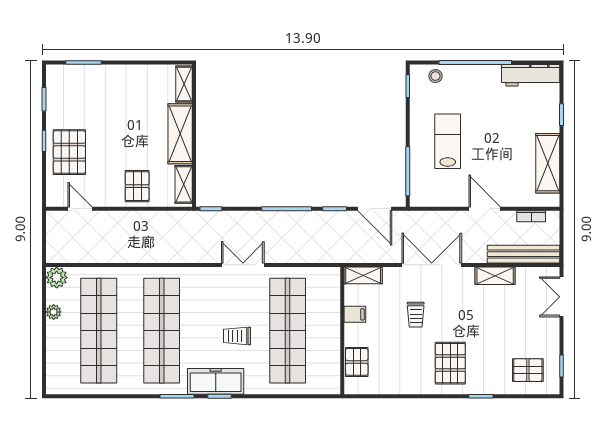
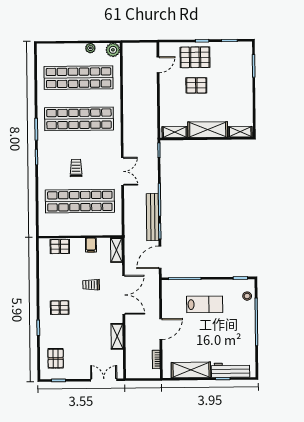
workbench: (531, 75) -> (231, 370), moved, turned 90
pallet: (137, 186) -> (196, 85), moved
bench: (524, 254) -> (153, 217), moved
pallet: (450, 363) -> (60, 308), width x0.67, depth x0.71
freezer: (216, 381) -> (46, 154), removed

